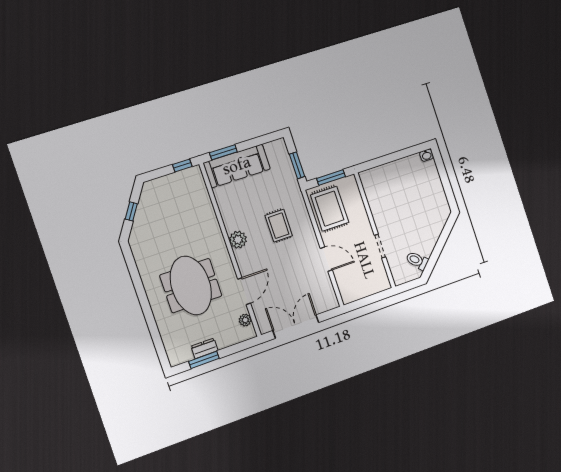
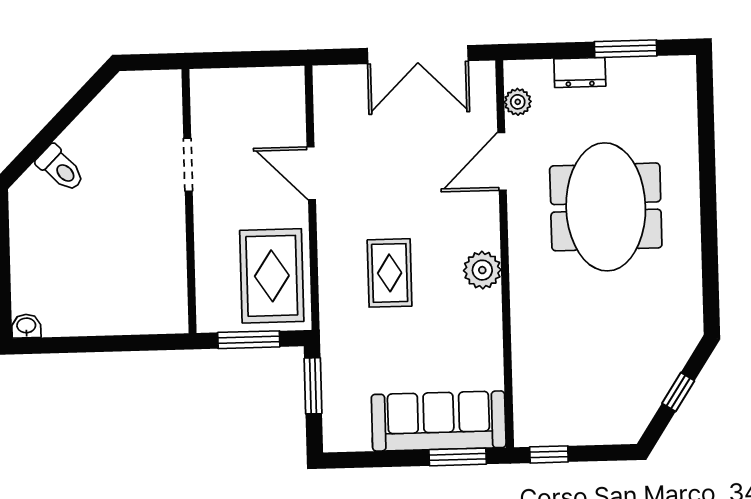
toilet: (417, 261) -> (60, 168), moved
dresser: (204, 348) -> (580, 73), moved

